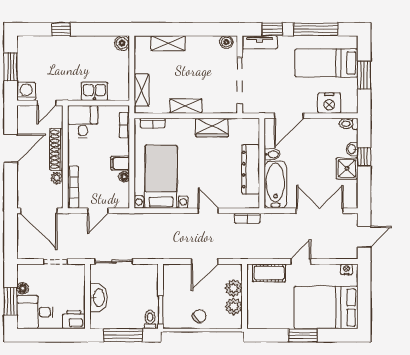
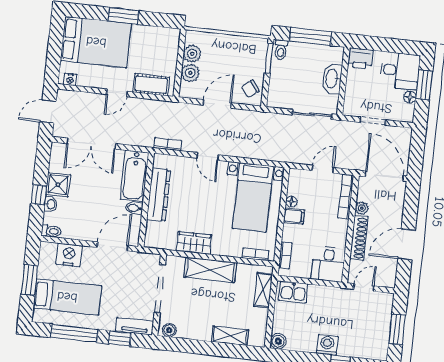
washing machine: (26, 91) -> (327, 345), moved, turned 180
kitchen sink: (95, 91) -> (293, 292), moved
shelving: (186, 106) -> (210, 270), width x1.50, depth x1.33
chair: (199, 316) -> (250, 89), moved

